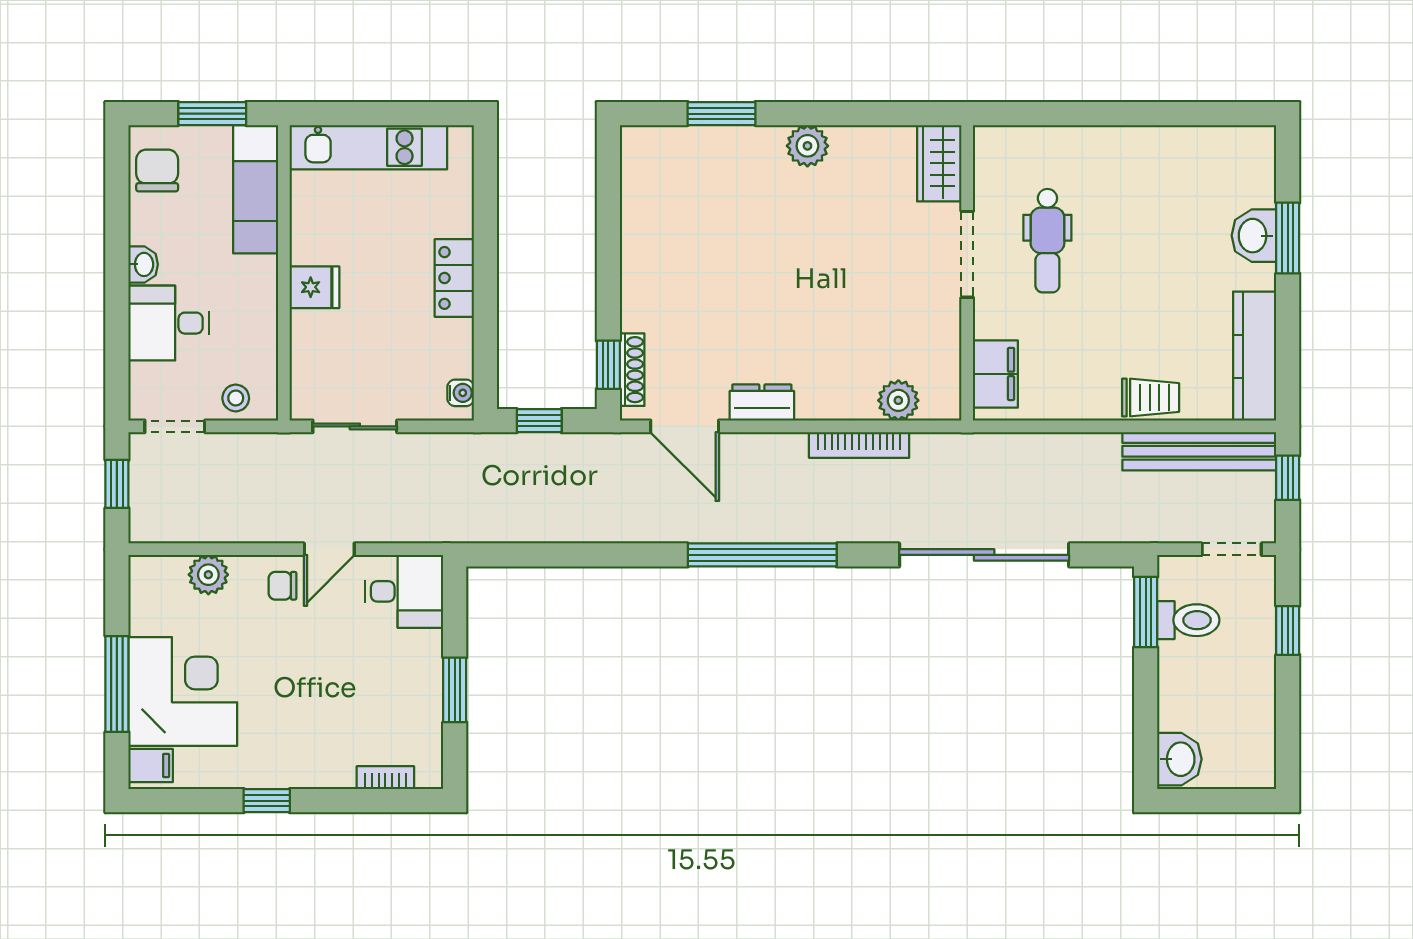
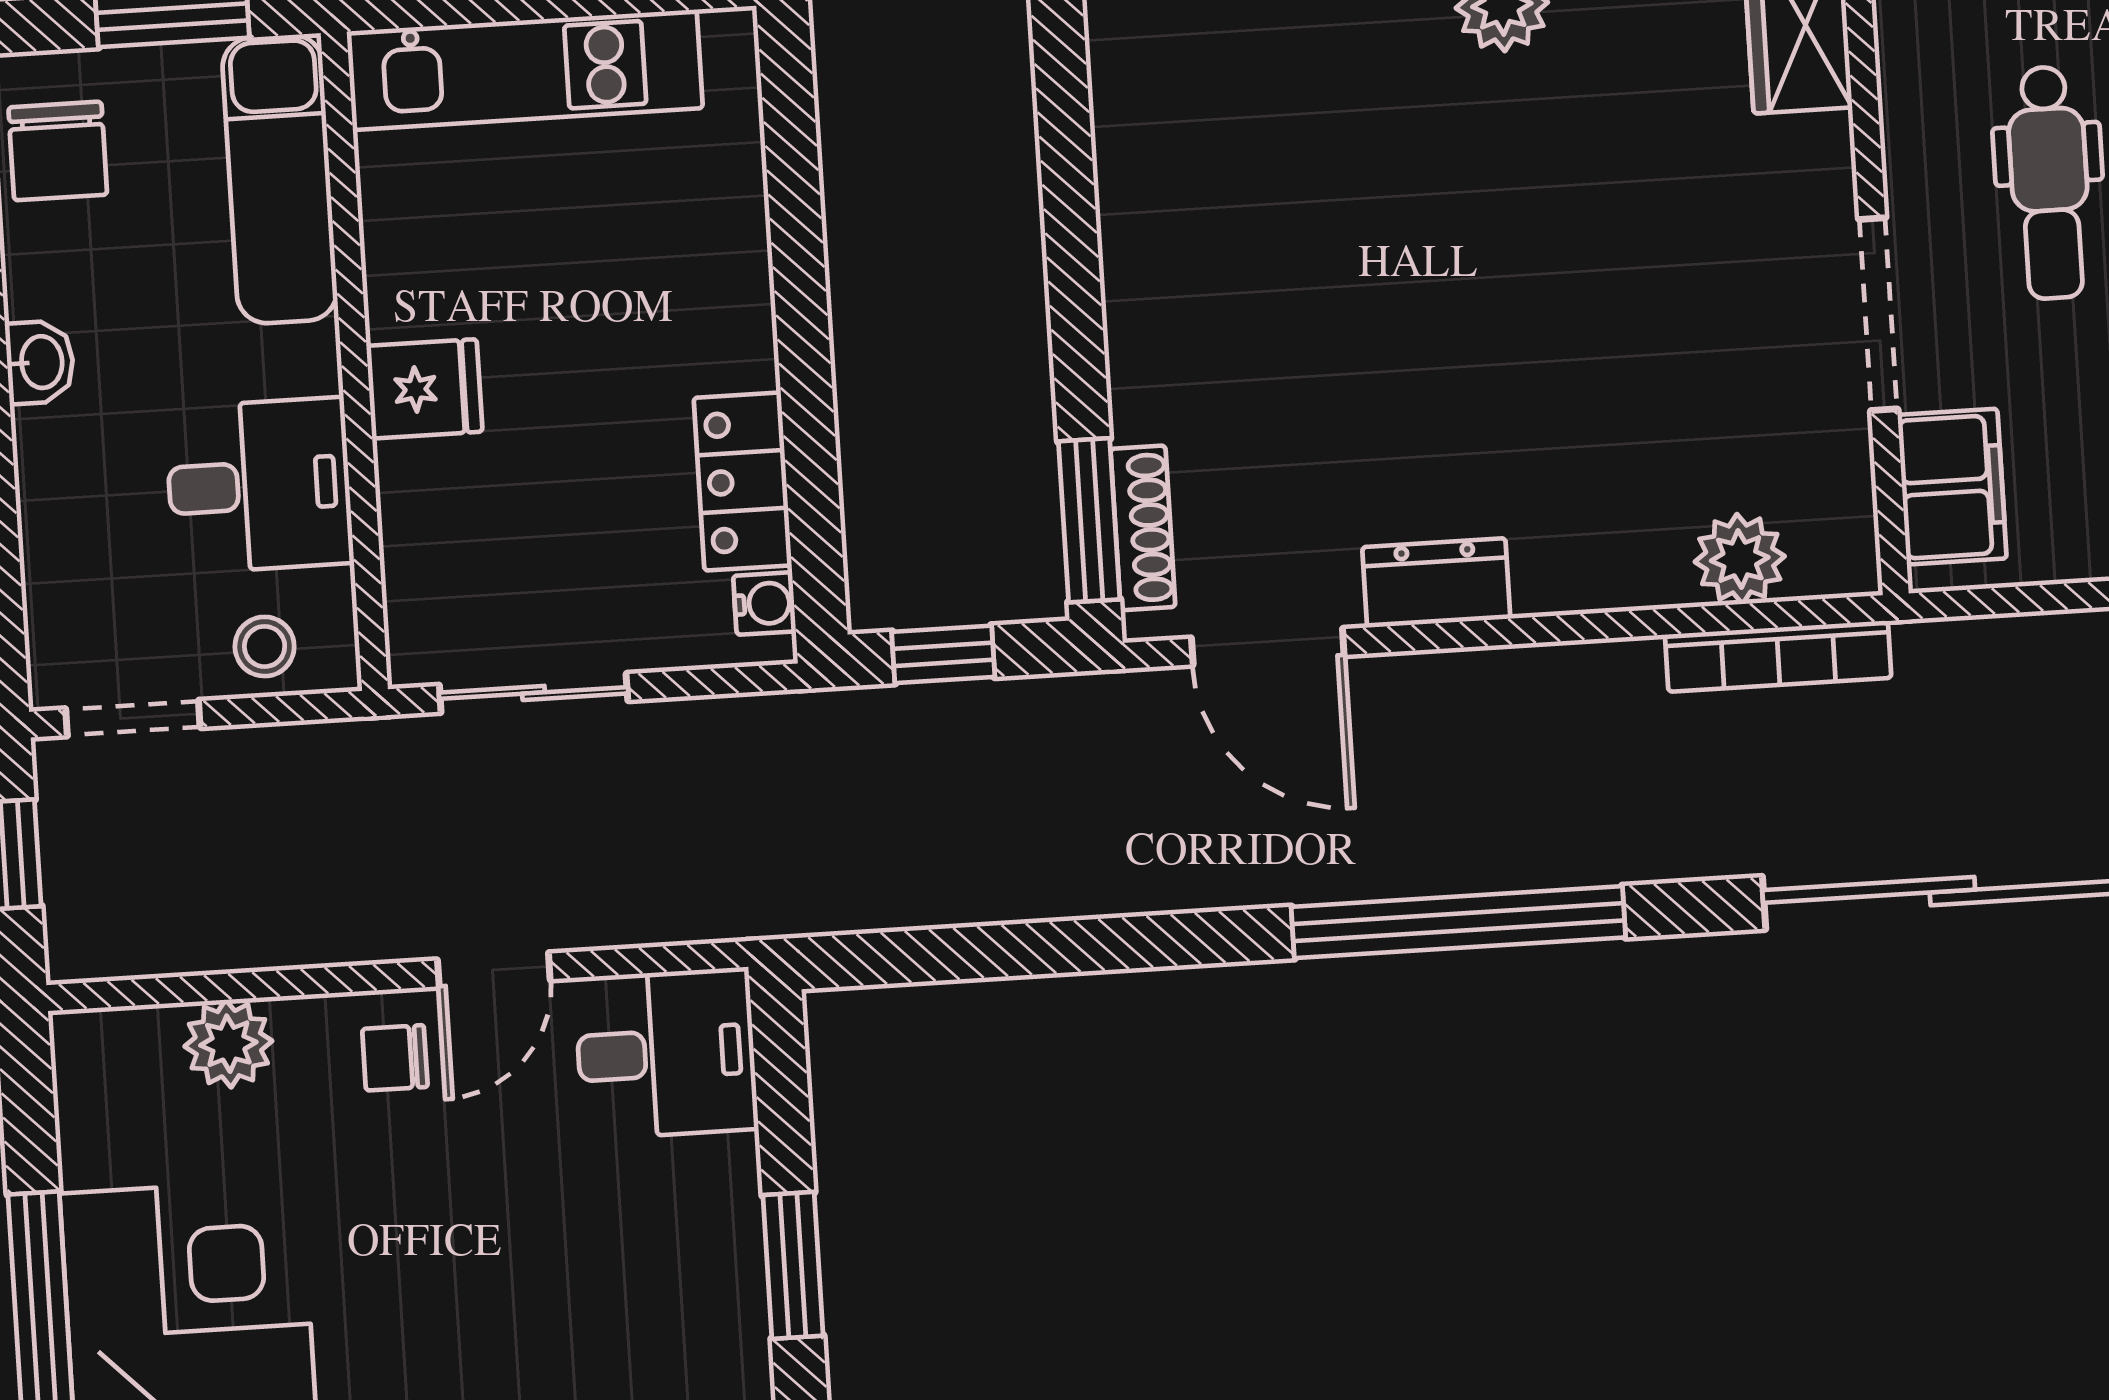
chair: (157, 170) -> (58, 151), turned 180
doorway: (967, 254) -> (1878, 314), moved
locker: (454, 278) -> (743, 482), moved
desk: (169, 323) -> (259, 485), moved, turned 180
window: (608, 365) -> (1089, 520), width x1.50
bookcase: (859, 445) -> (1778, 656), moved

